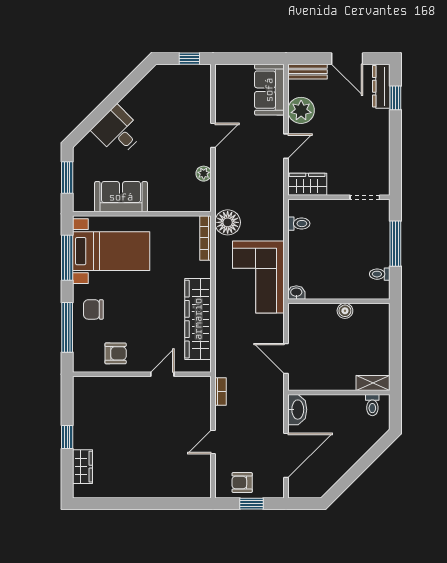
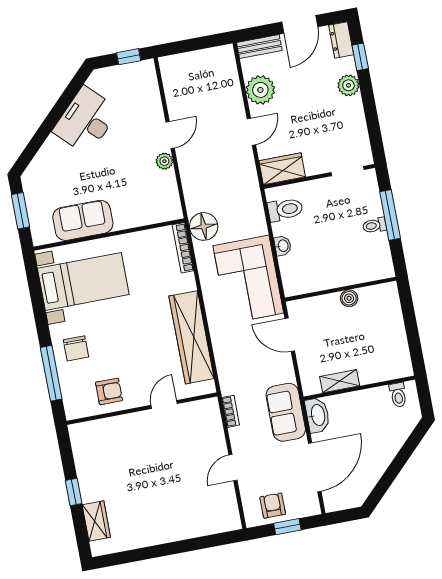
door: (347, 59) -> (300, 24), hinge flipped
dresser: (381, 86) -> (341, 40), width x0.70
sofa: (269, 90) -> (286, 412), moved
plant: (380, 121) -> (348, 85), added
desk: (118, 131) -> (86, 121), moved, width x1.37
plant: (204, 174) -> (164, 161), moved
toilet: (299, 224) -> (285, 209), width x1.37, depth x1.39
window: (67, 258) -> (37, 298), removed
toilet: (380, 274) -> (374, 225), moved
washbasin: (296, 293) -> (283, 246), moved, turned 90
chair: (93, 309) -> (76, 348), turned -90
door: (286, 358) -> (290, 335), moved
shelving: (373, 383) -> (340, 381), moved
armchair: (242, 483) -> (273, 506), turned 90

